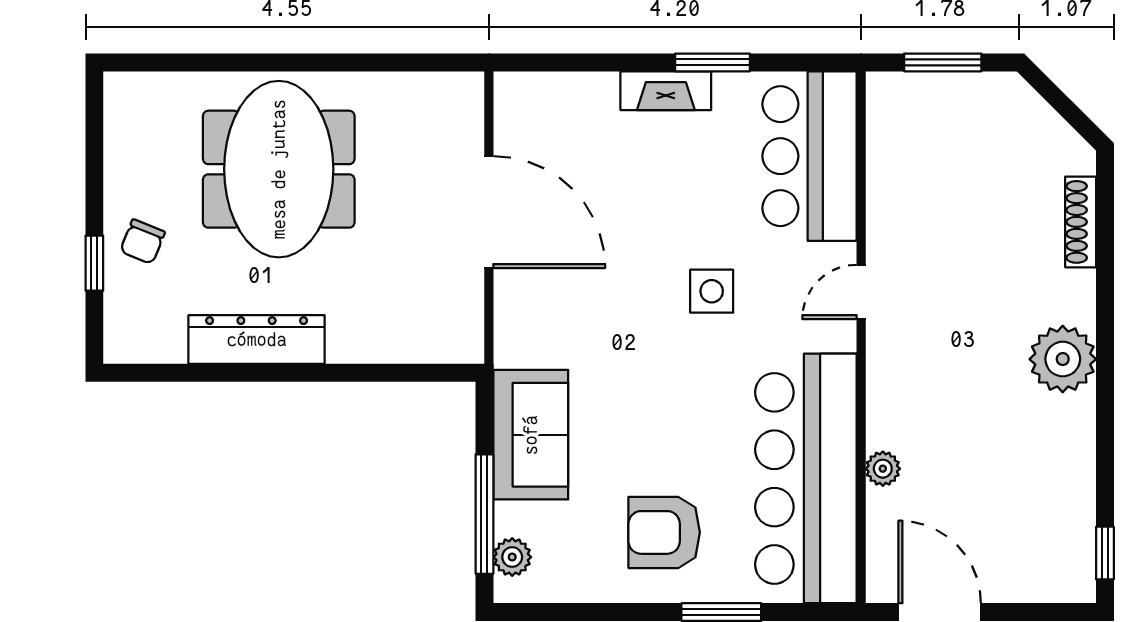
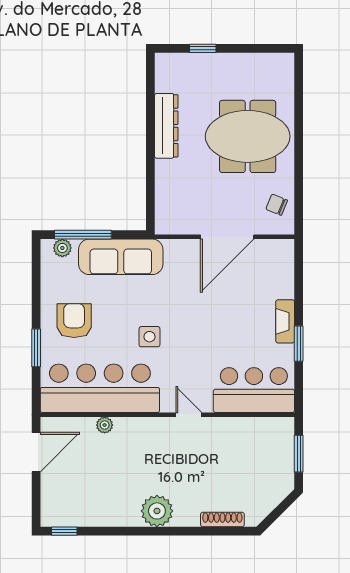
chair: (142, 242) -> (277, 205), moved
side table: (712, 291) -> (149, 337), moved
sofa: (531, 435) -> (121, 257), width x1.36

